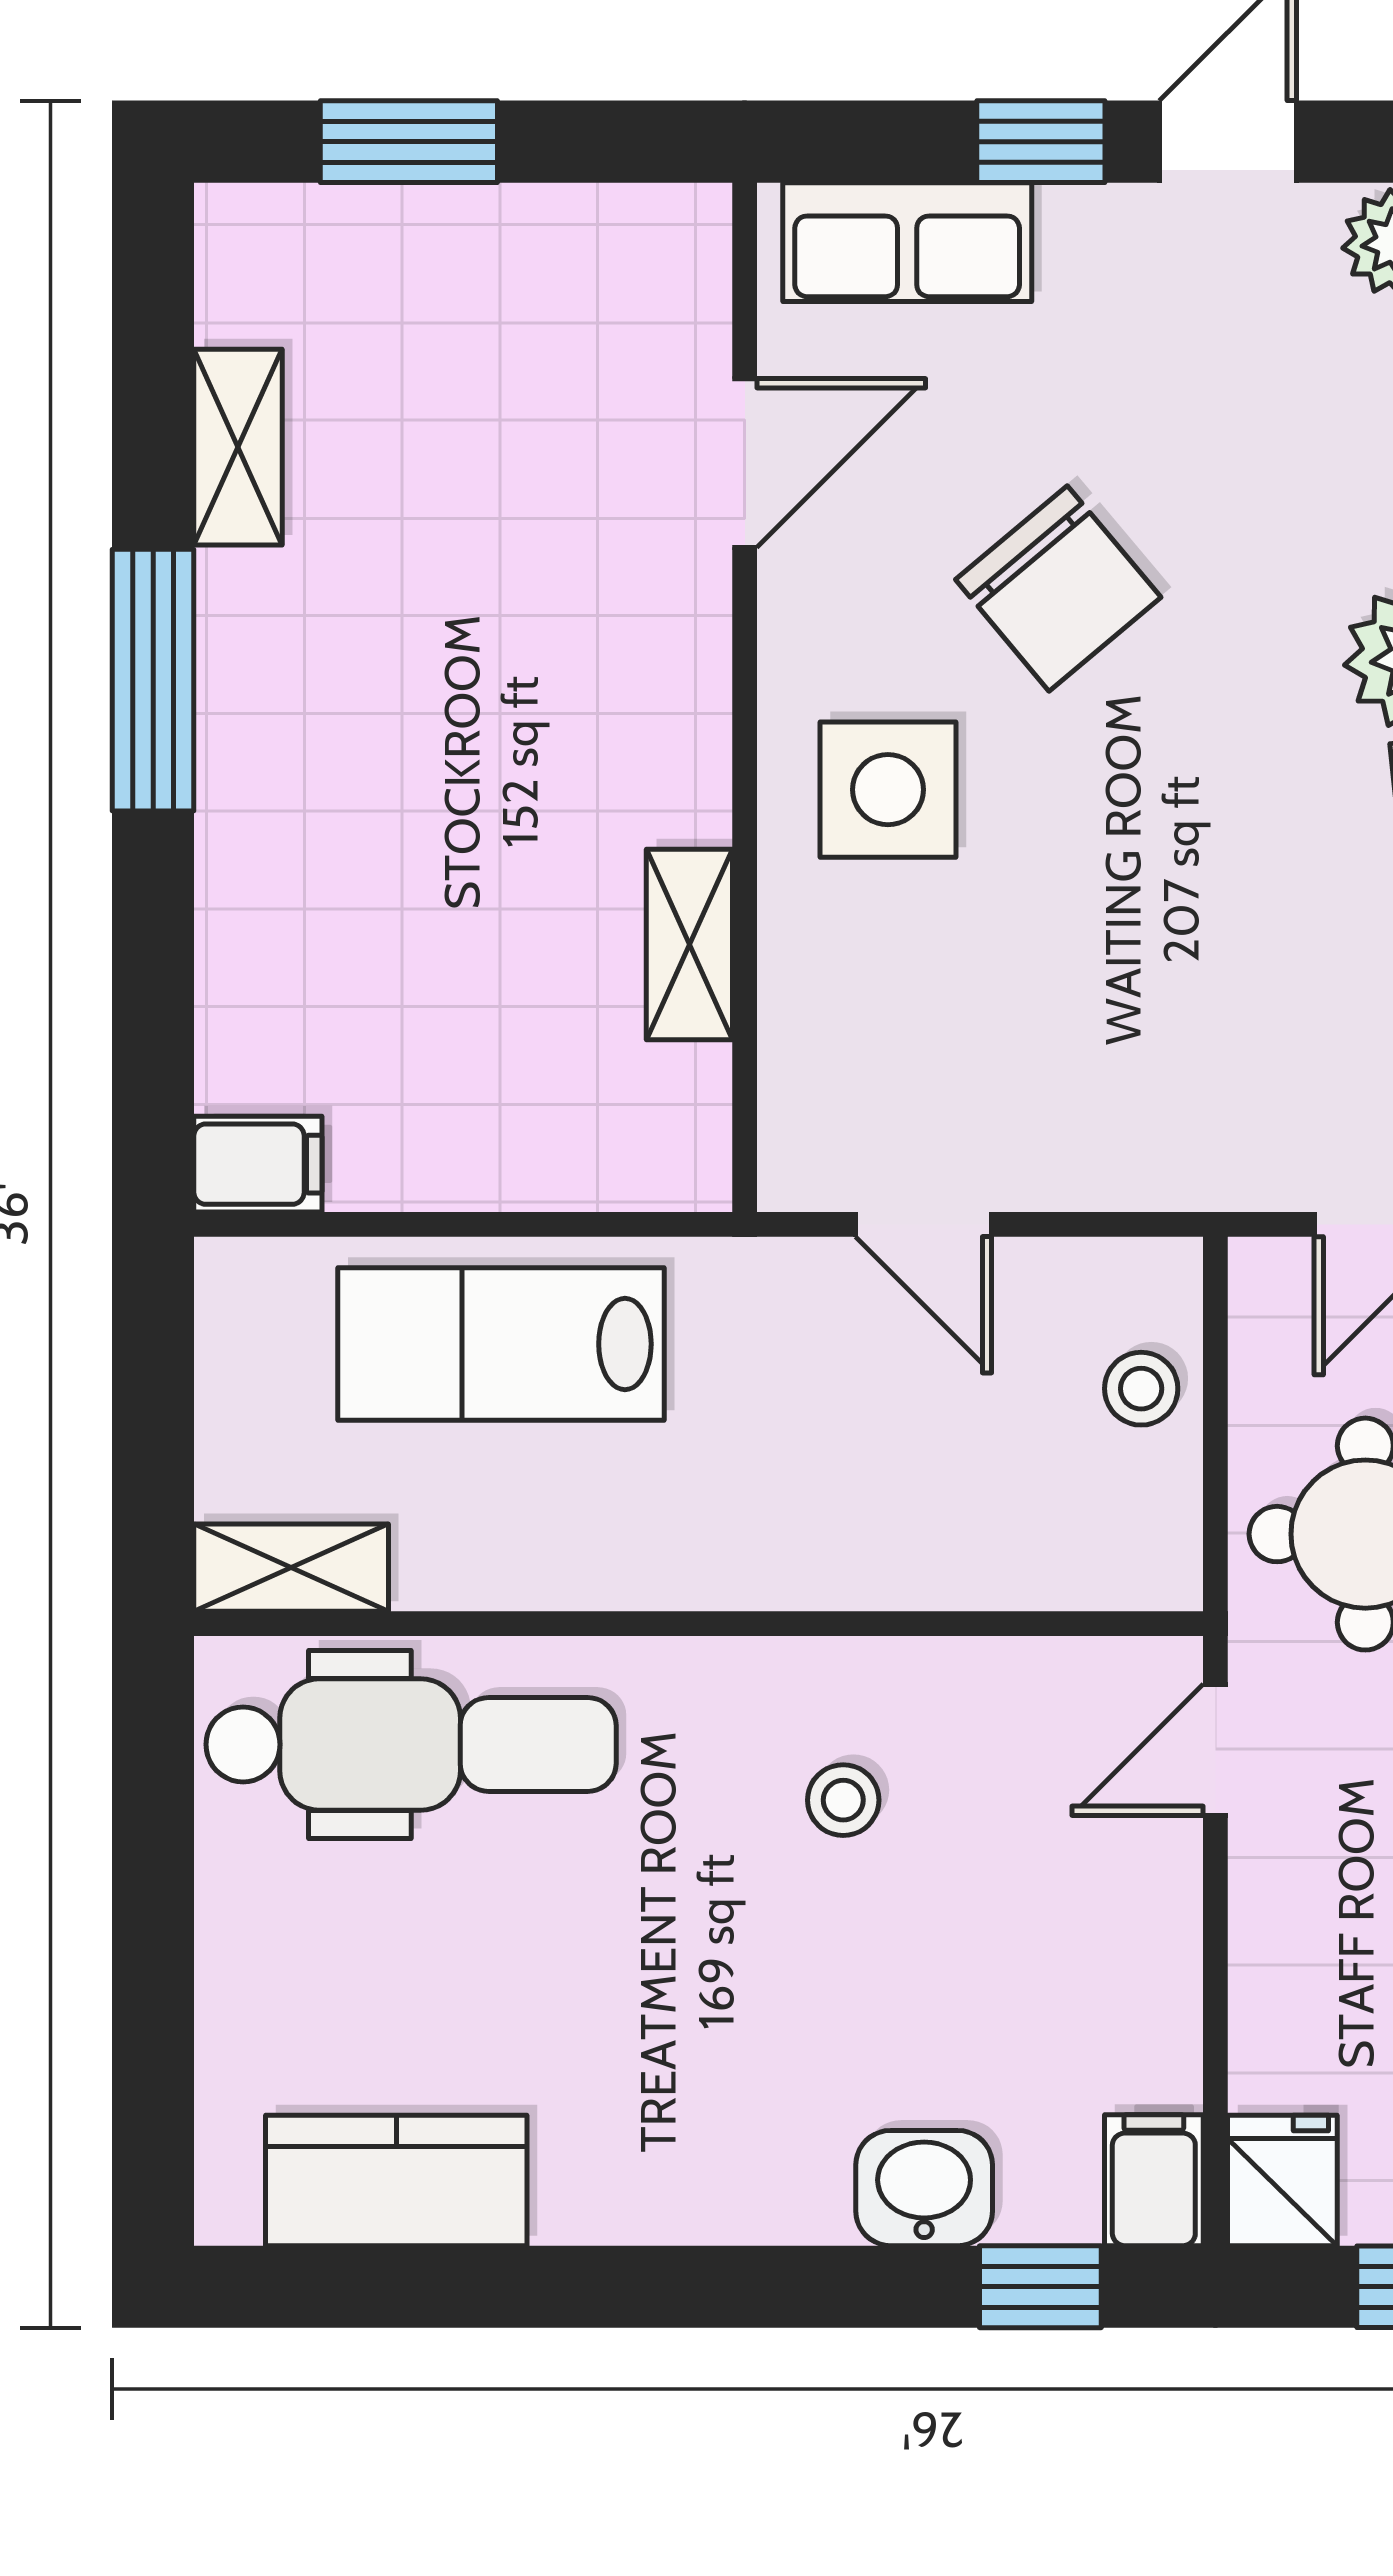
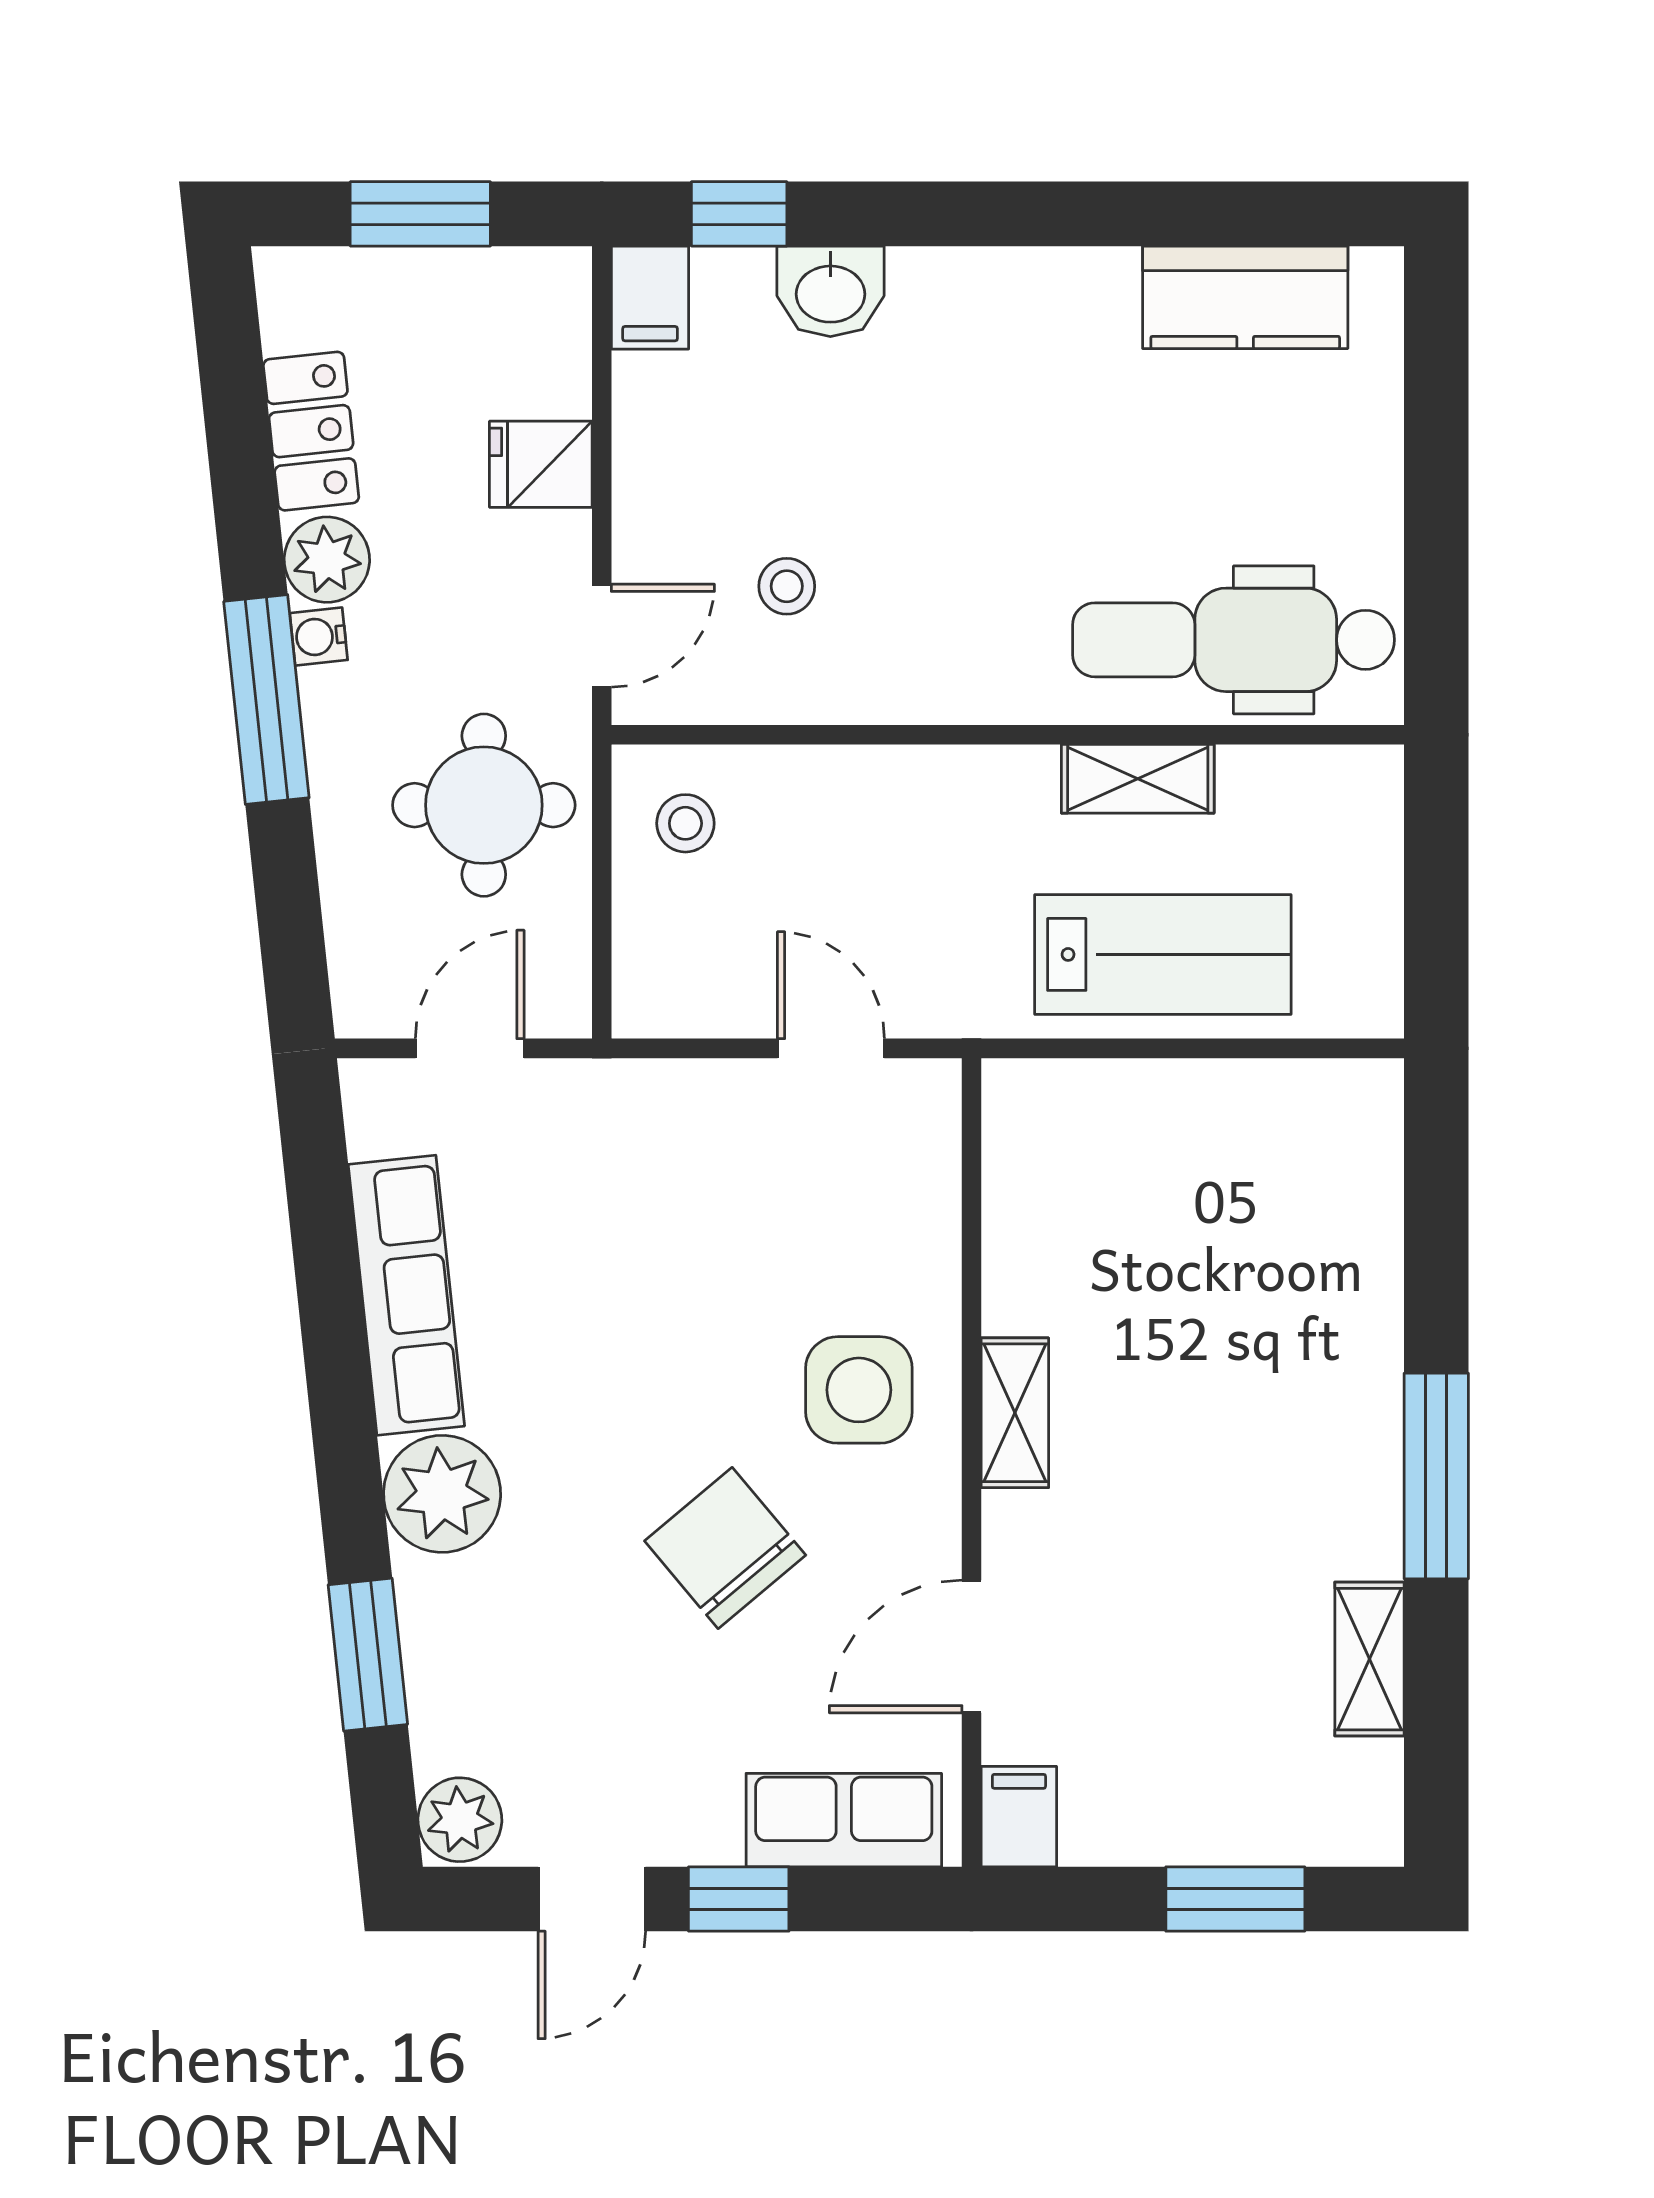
shelving: (689, 945) -> (1015, 1413), moved
filing cabinet: (258, 1164) -> (1019, 1817), moved, turned 90
stool: (1141, 1389) -> (685, 823), moved
shelving: (291, 1568) -> (1138, 779), moved
stool: (843, 1800) -> (787, 586), moved
fridge: (1282, 2180) -> (541, 464), moved, turned 90

